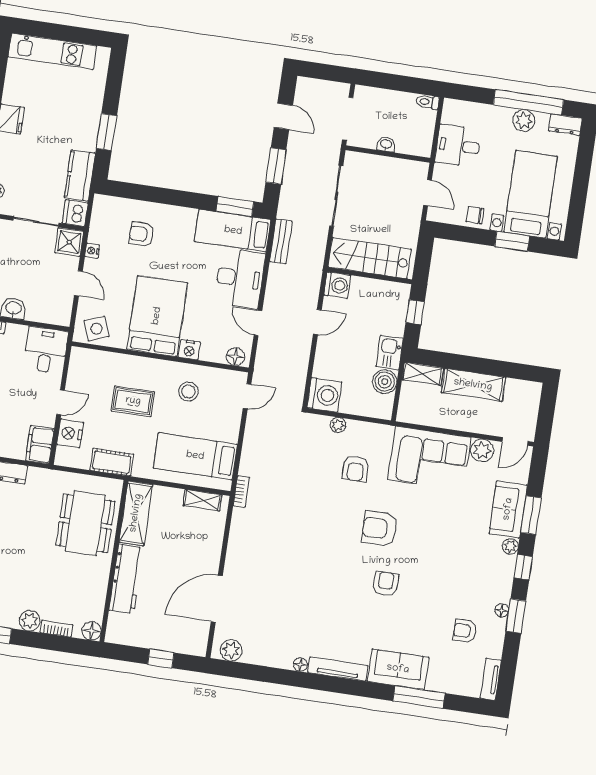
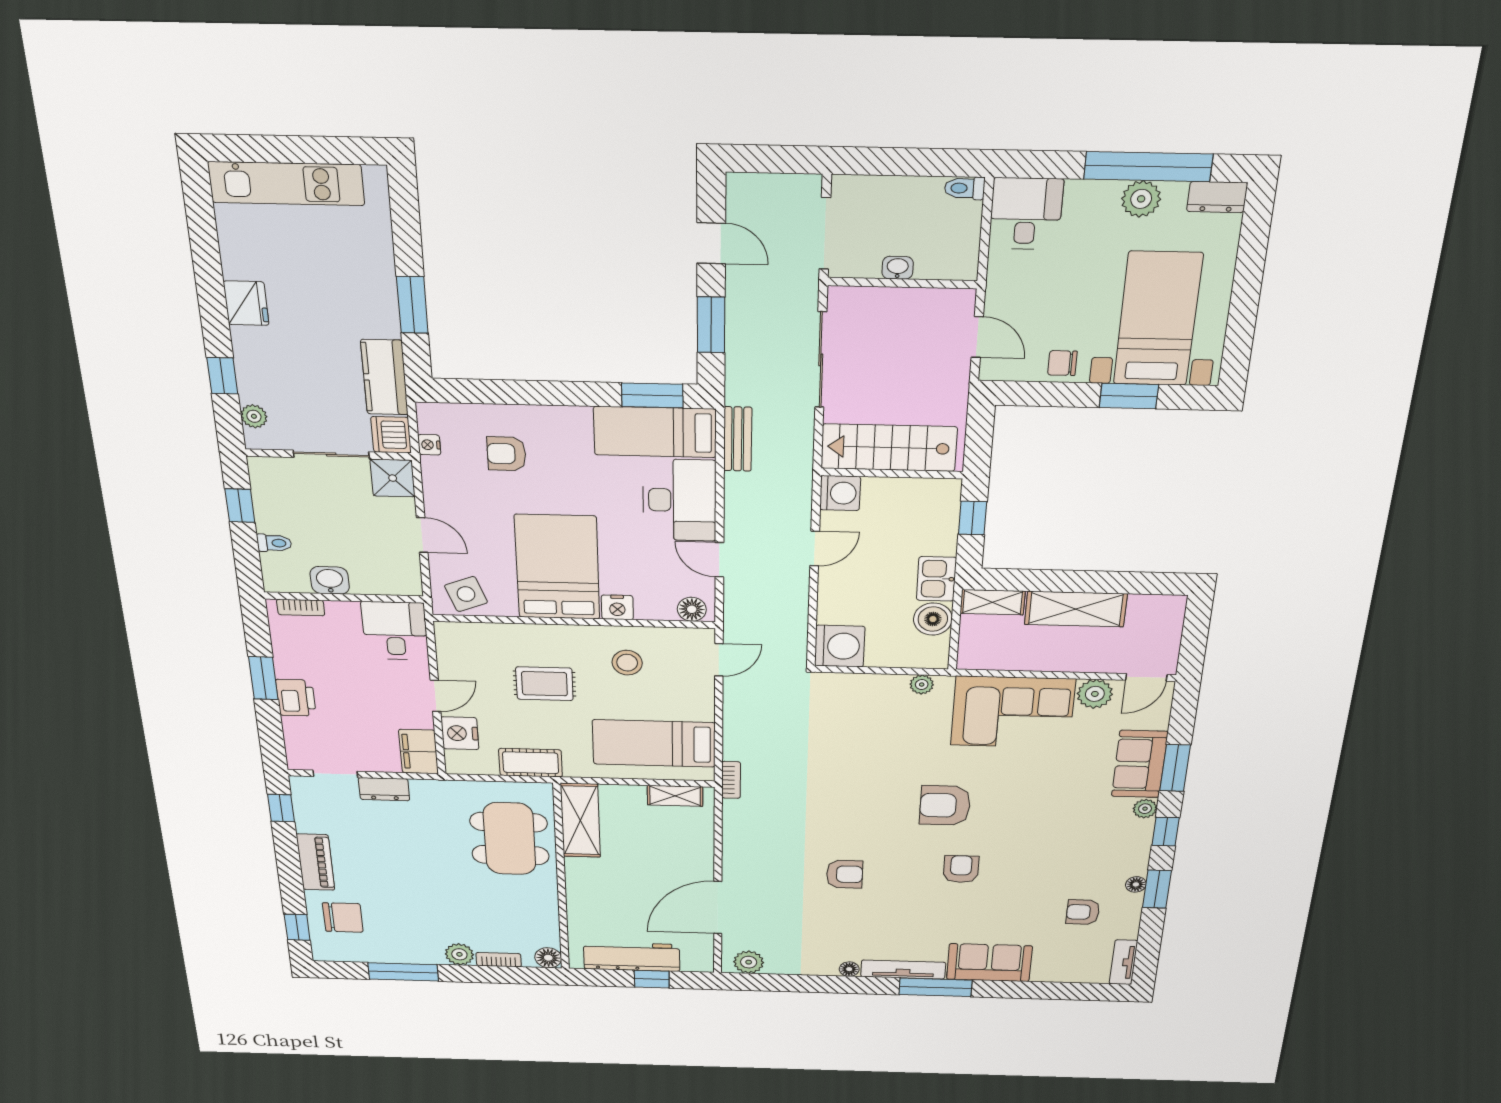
desk: (458, 146) -> (1026, 214), moved, turned 90
nightstand: (92, 251) -> (429, 445), moved
plant: (338, 425) -> (922, 685), moved
armchair: (356, 469) -> (845, 874), moved, turned -90
workbench: (126, 579) -> (632, 957), moved, turned -90
window: (419, 697) -> (935, 987), moved

